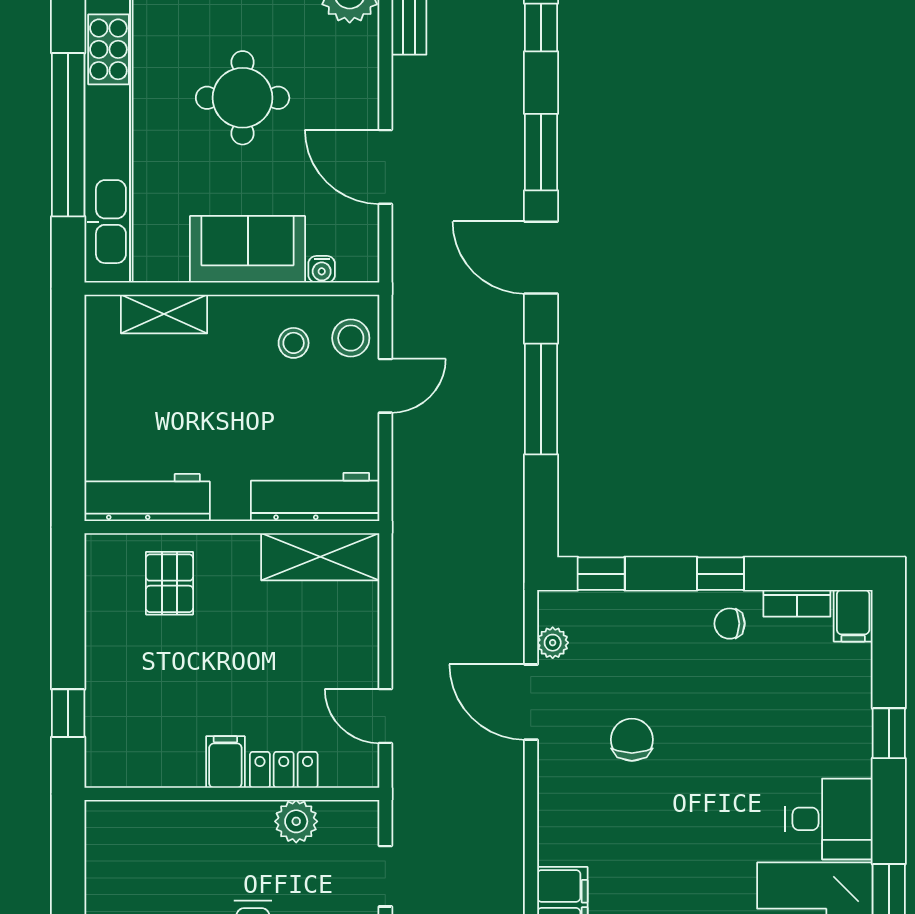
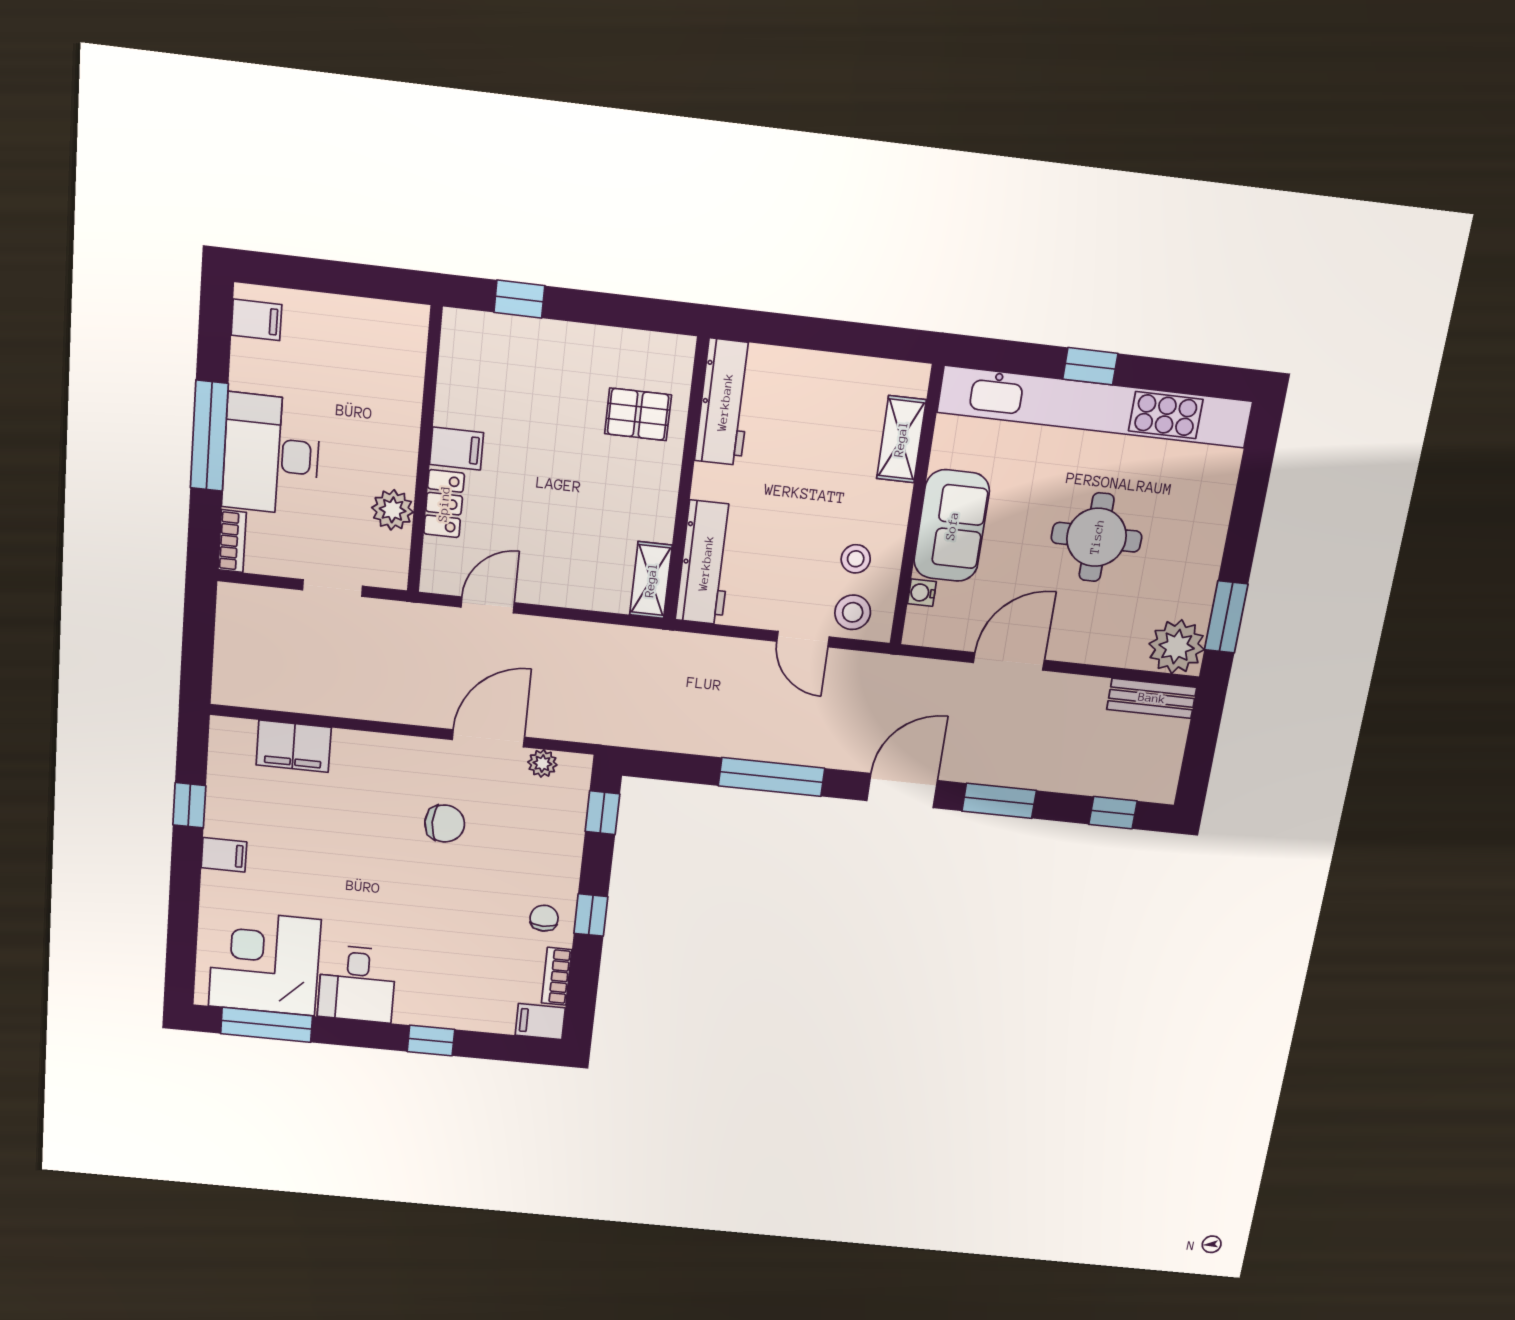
window: (68, 135) -> (1090, 366), width x0.32
shelving: (320, 557) -> (651, 580), width x0.67, depth x0.75

